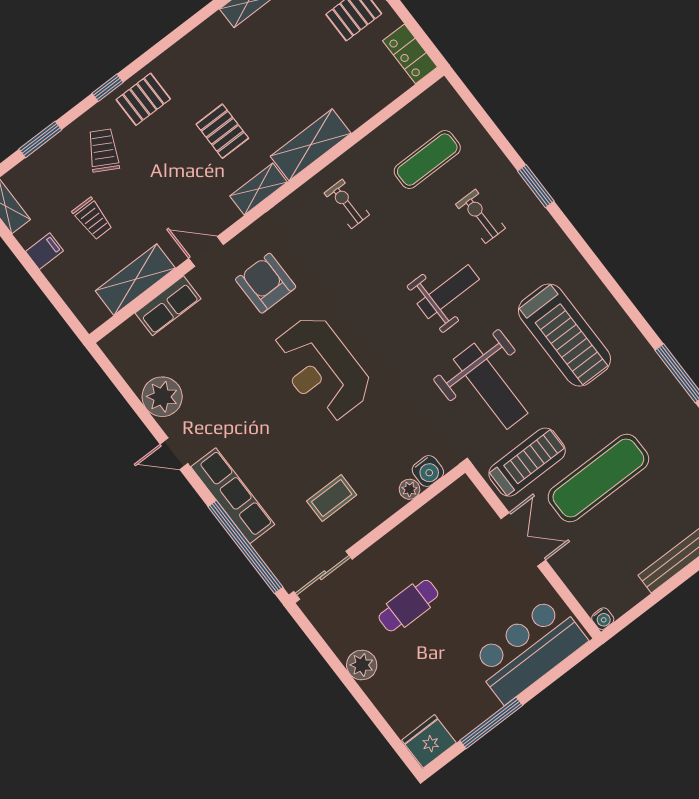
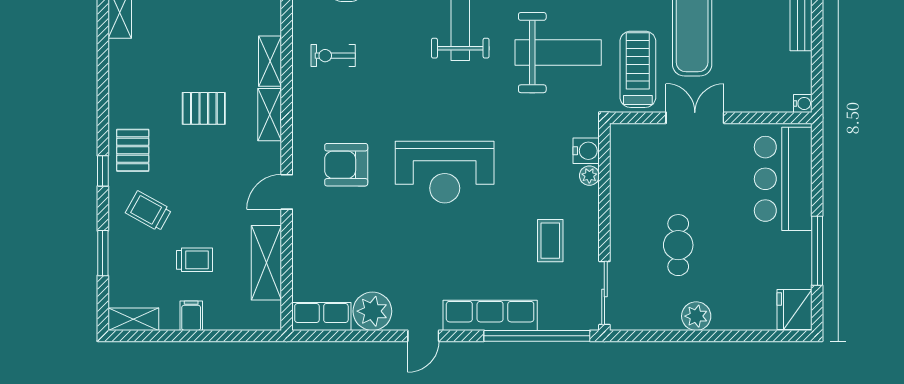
shelving: (311, 145) -> (270, 61), width x0.67, depth x0.75
row of seats: (168, 306) -> (321, 316), moved, turned -90

